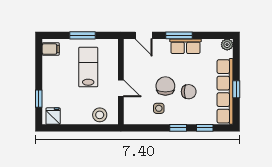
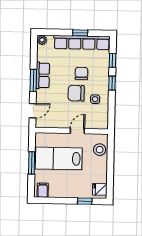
lab bench: (88, 67) -> (59, 158), width x1.36, depth x1.39

